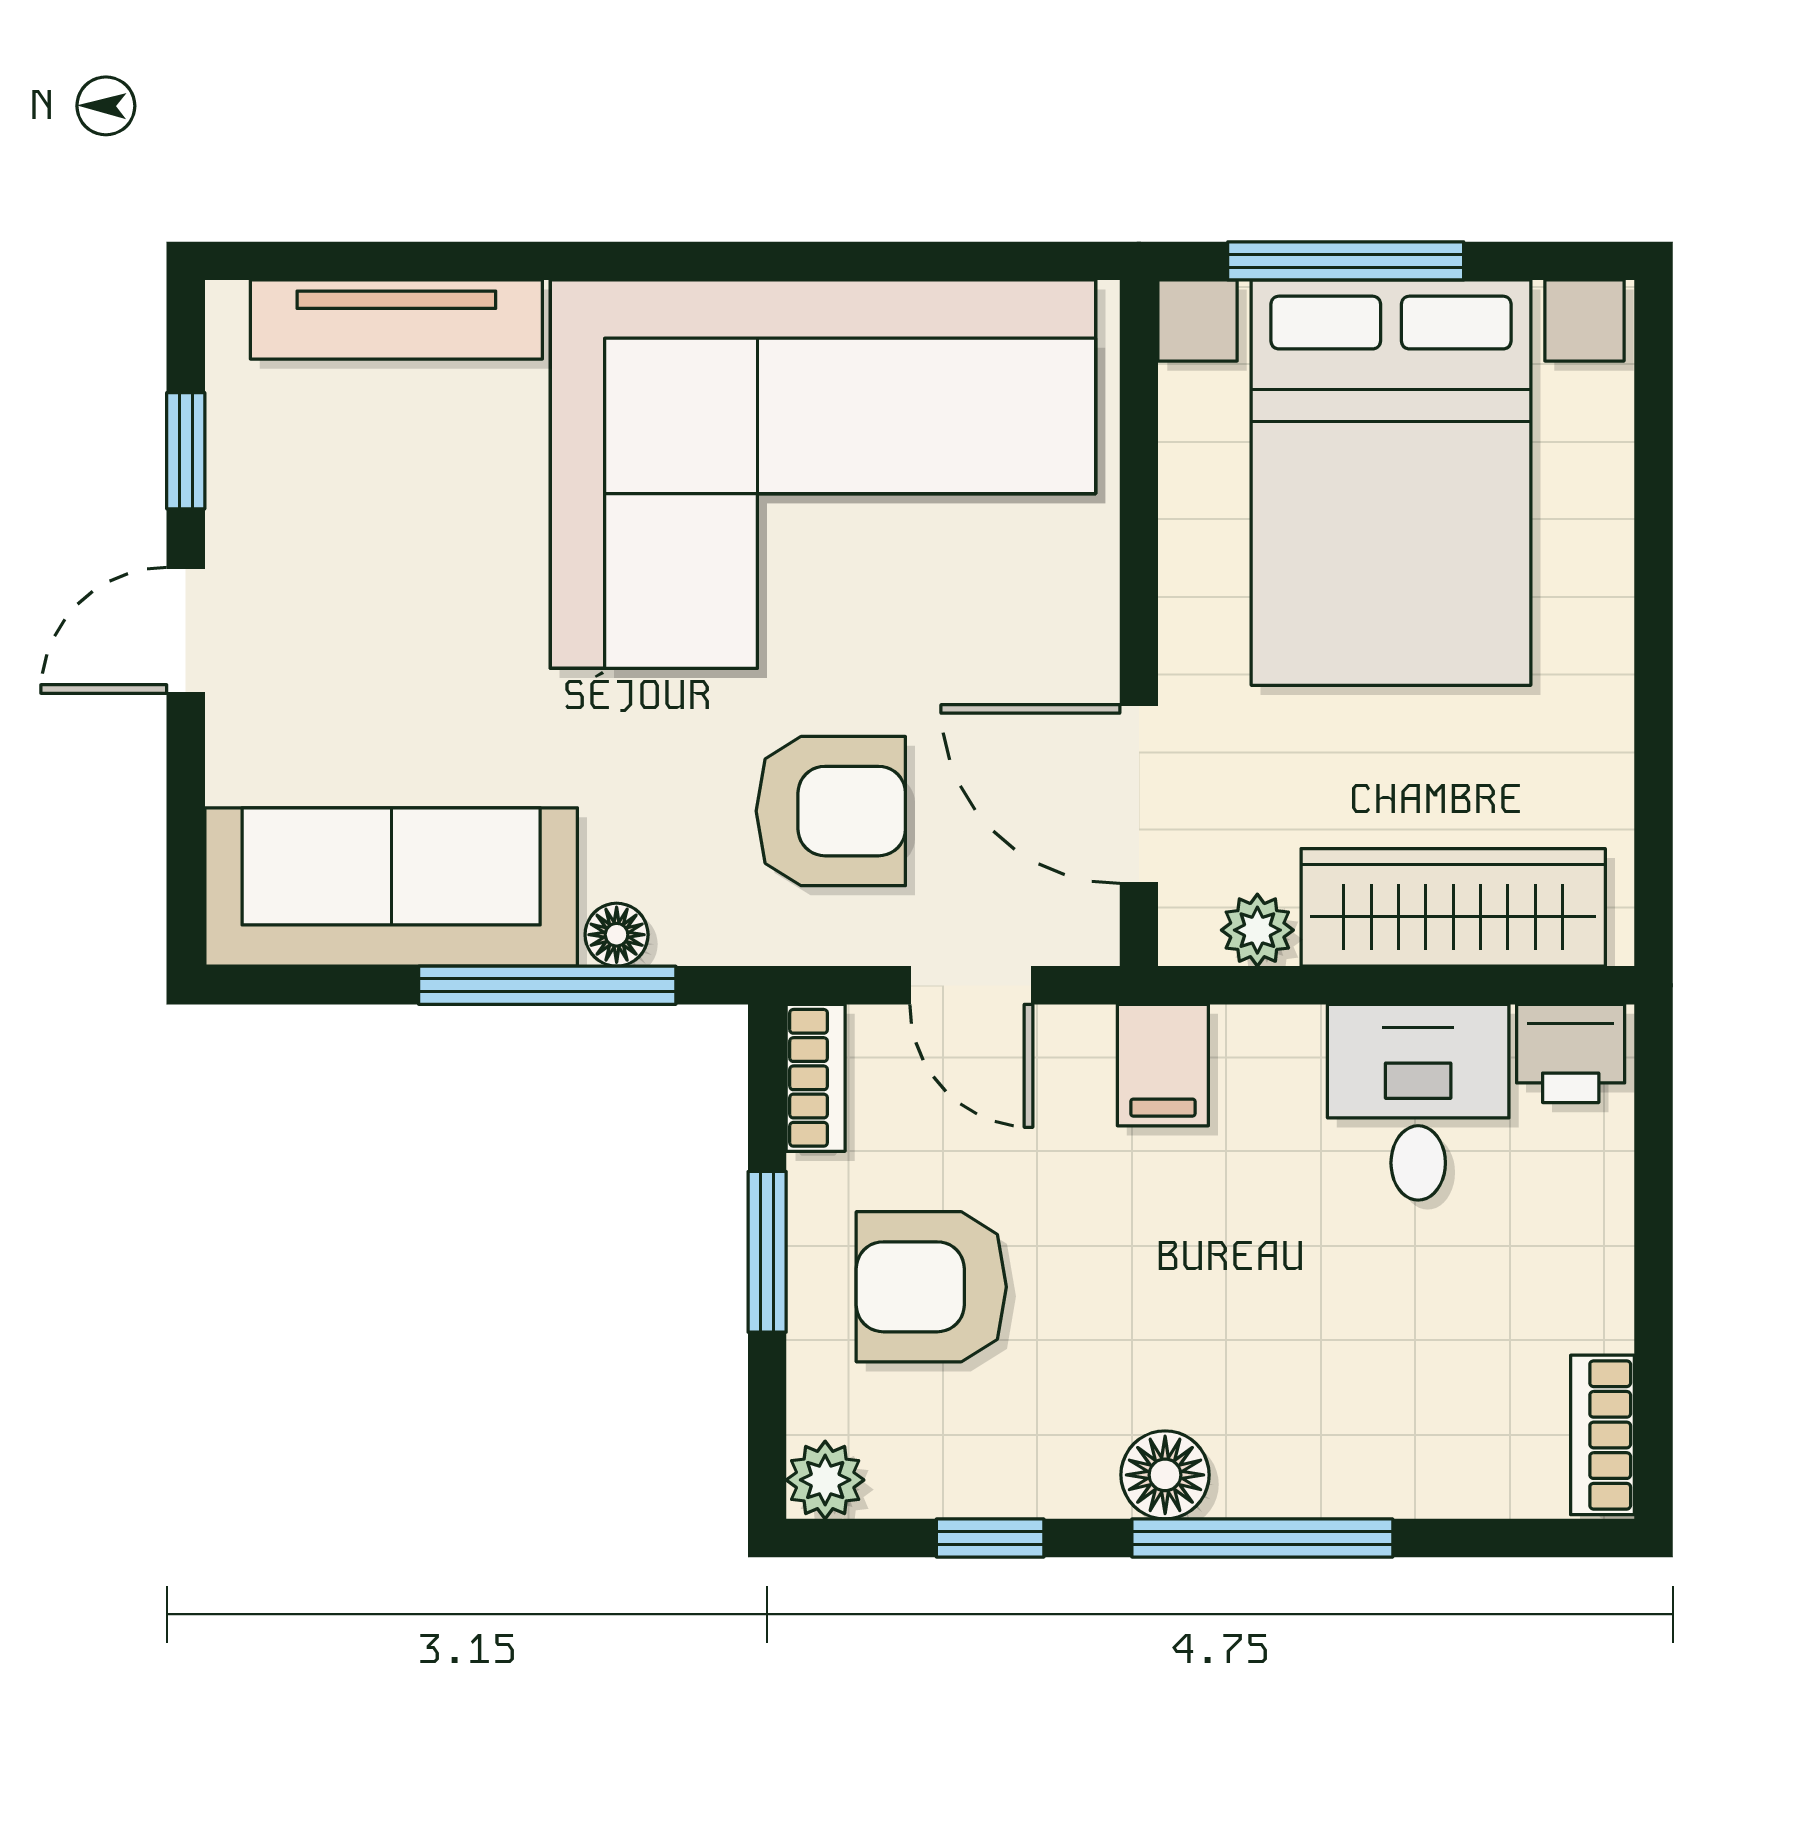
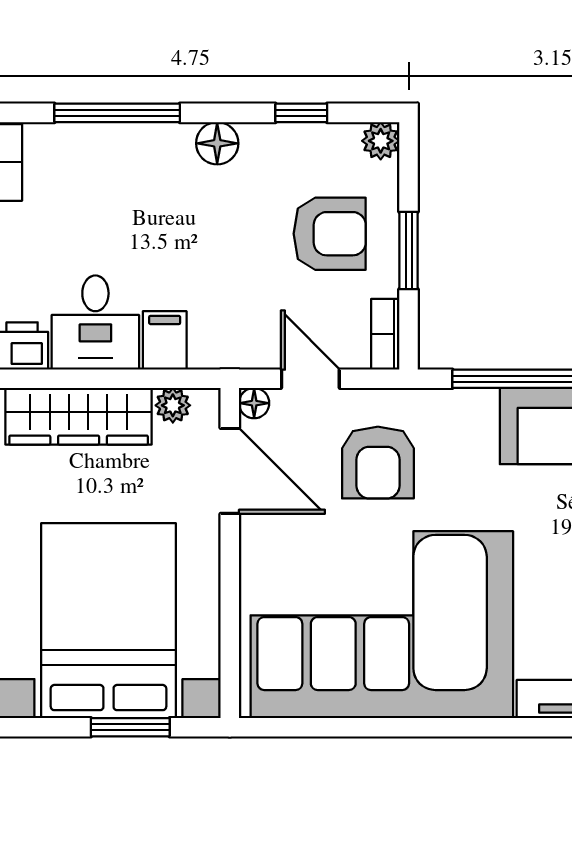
window: (1346, 261) -> (130, 727), width x0.69
armchair: (831, 811) -> (378, 463), turned -90
floor lamp: (617, 935) -> (254, 403), moved
filing cabinet: (1163, 1065) -> (165, 340), moved
window: (1262, 1538) -> (117, 113), moved

